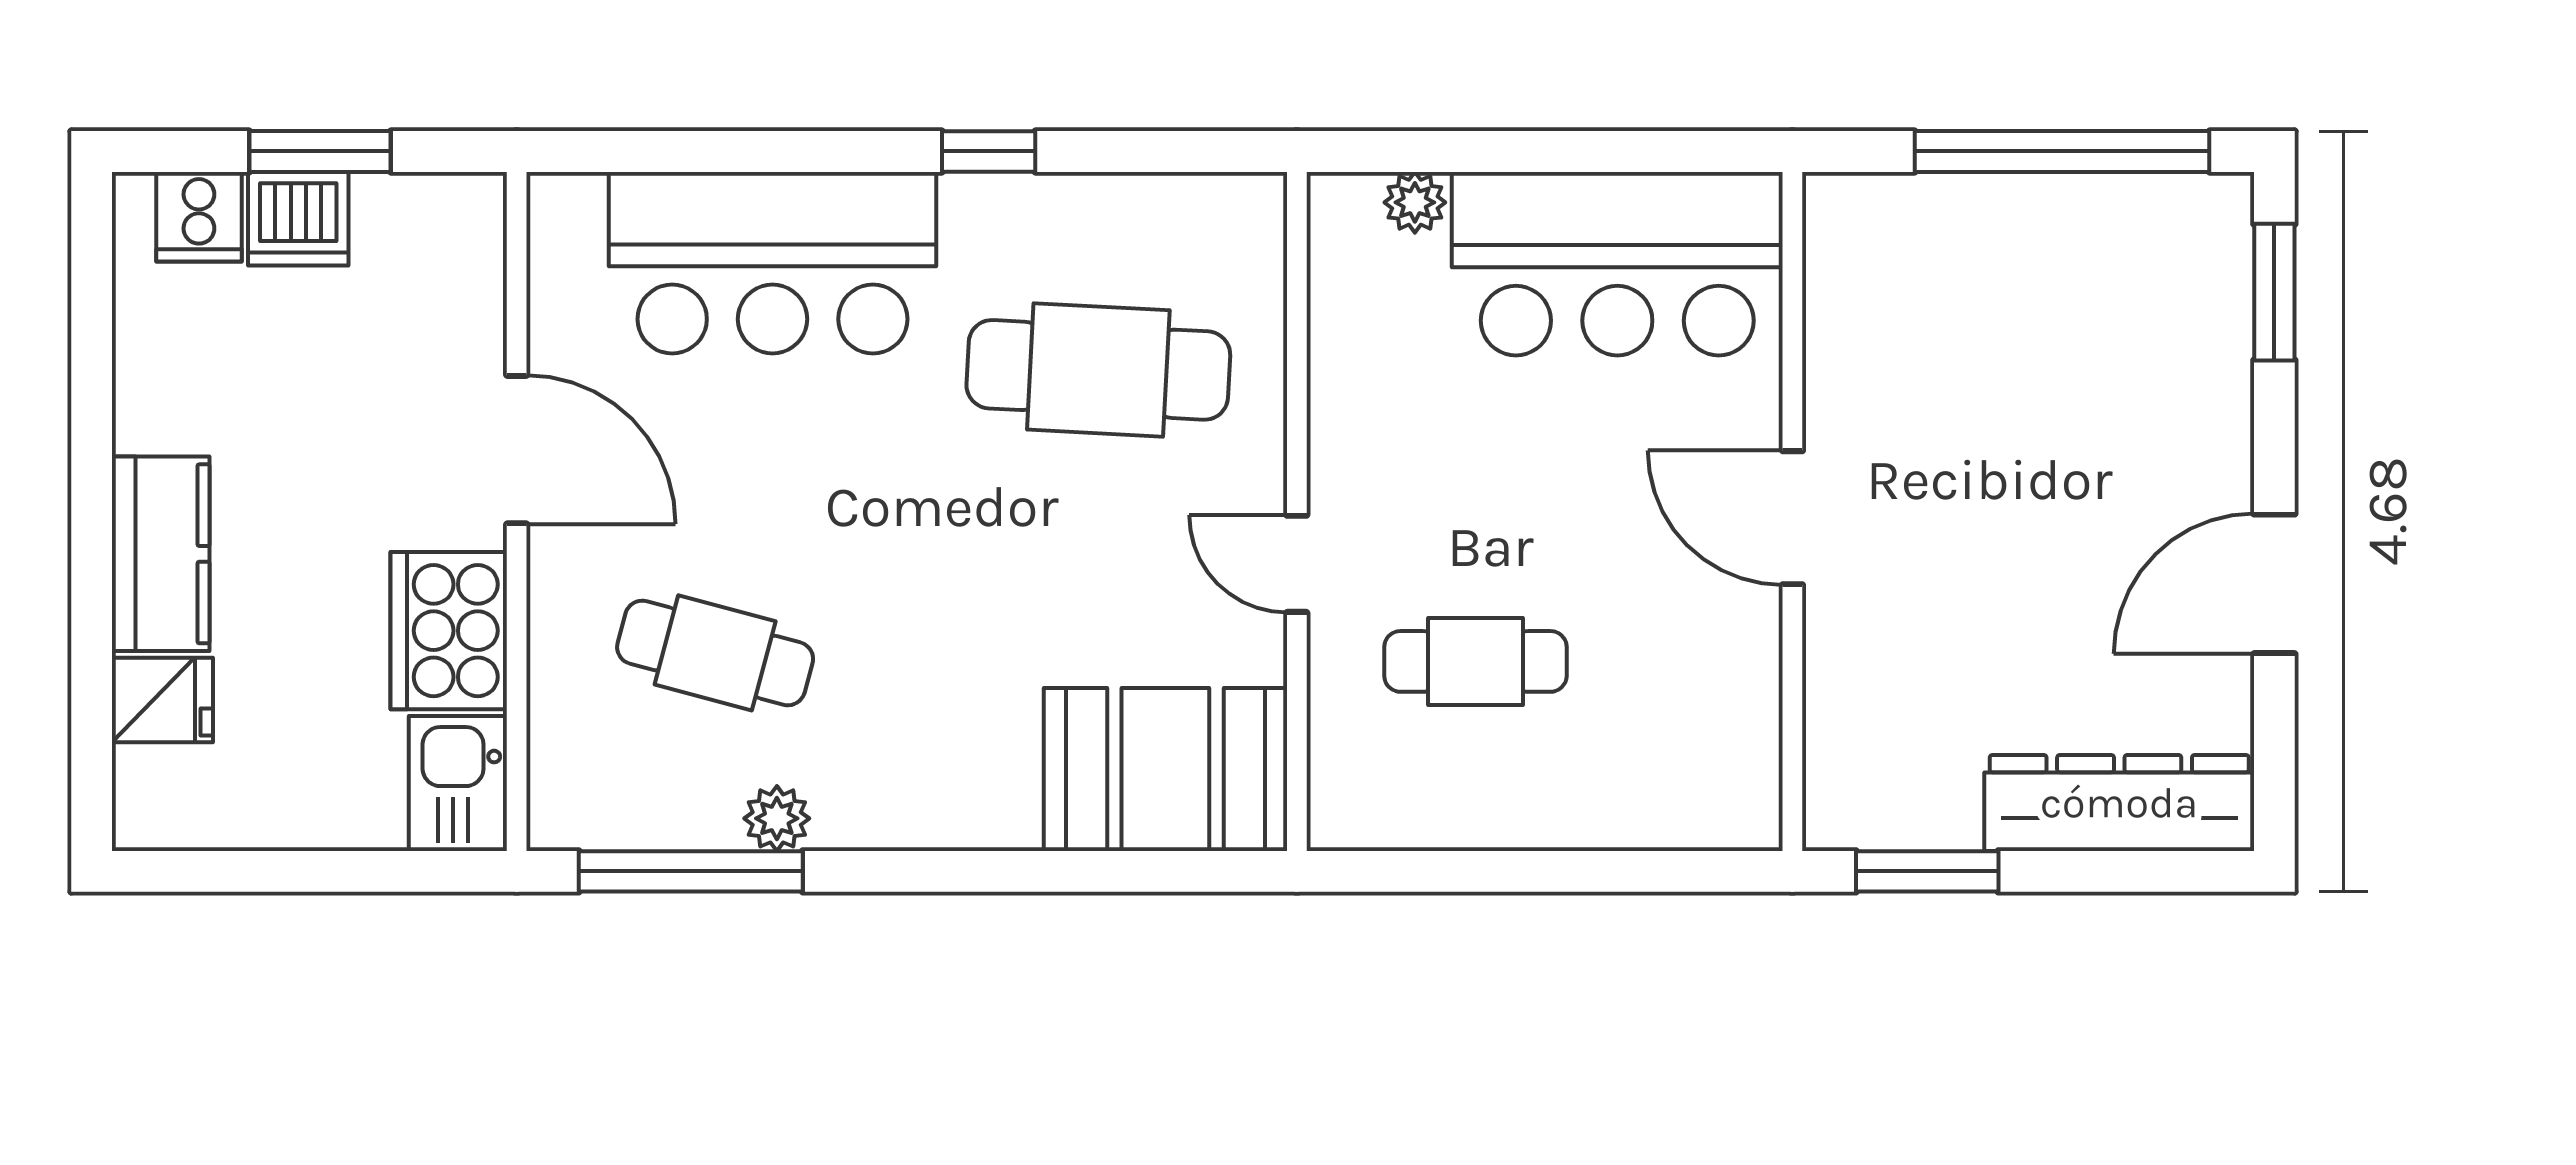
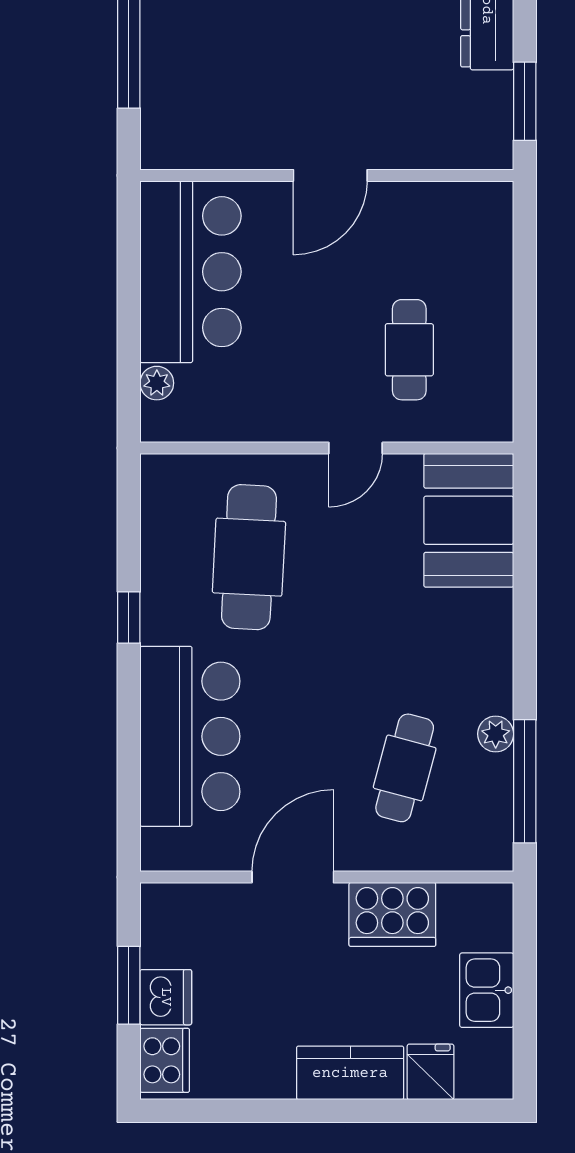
cooker: (199, 217) -> (165, 1060), width x1.36
kitchen sink: (458, 784) -> (487, 990), moved, turned 90

